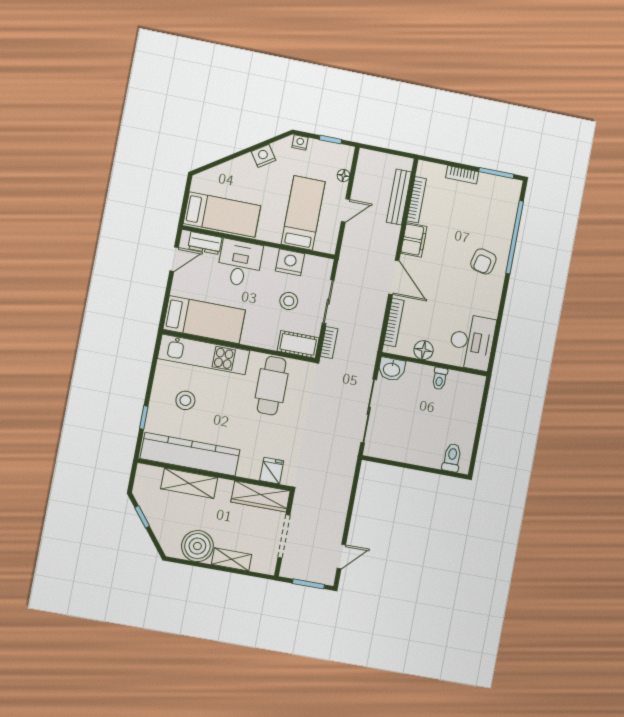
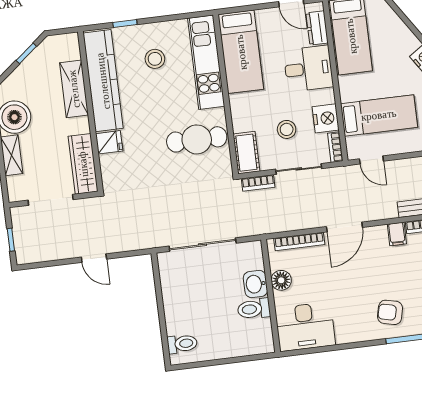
door: (345, 210) -> (371, 160), moved
filing cabinet: (414, 240) -> (397, 234), width x0.50
bookcase: (319, 262) -> (335, 147), added
washbasin: (392, 369) -> (255, 284), moved
toilet: (440, 378) -> (254, 309), width x1.37, depth x1.39
fridge: (272, 471) -> (109, 142), moved
door: (341, 556) -> (94, 258), moved
window: (308, 584) -> (11, 240), width x0.67

